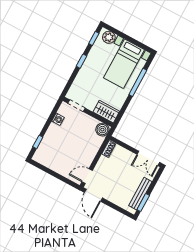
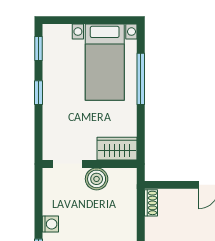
plant: (109, 37) -> (60, 35), removed
washing machine: (58, 119) -> (50, 224), moved
boiler: (102, 130) -> (97, 179), moved

